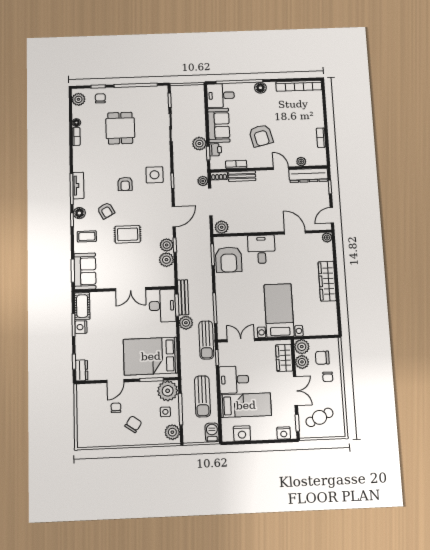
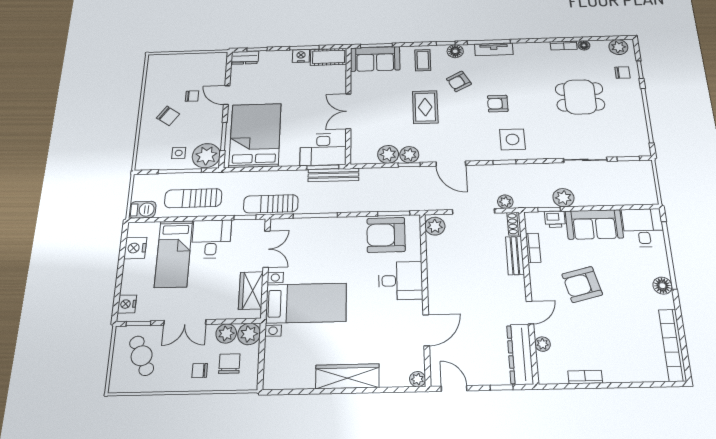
plant: (186, 323) -> (297, 178), removed
wardrobe: (284, 358) -> (251, 290), moved, turned -90
plant: (172, 432) -> (151, 161), removed

